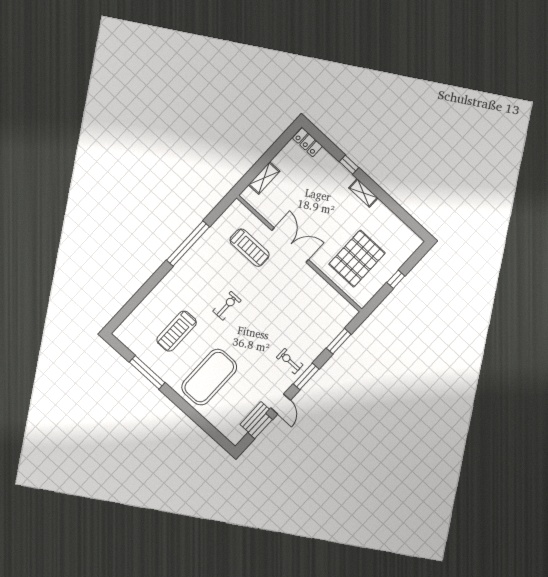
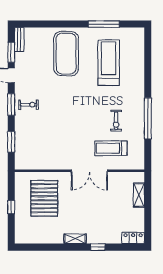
exercise bike: (227, 306) -> (116, 121), moved
treadmill: (177, 331) -> (109, 63), width x1.37, depth x1.37
bench: (255, 417) -> (19, 40), moved

